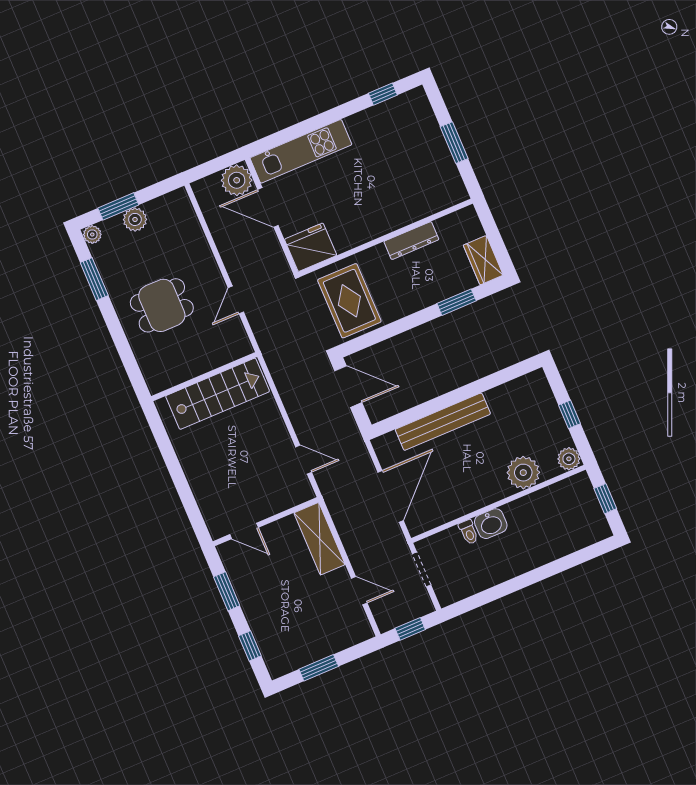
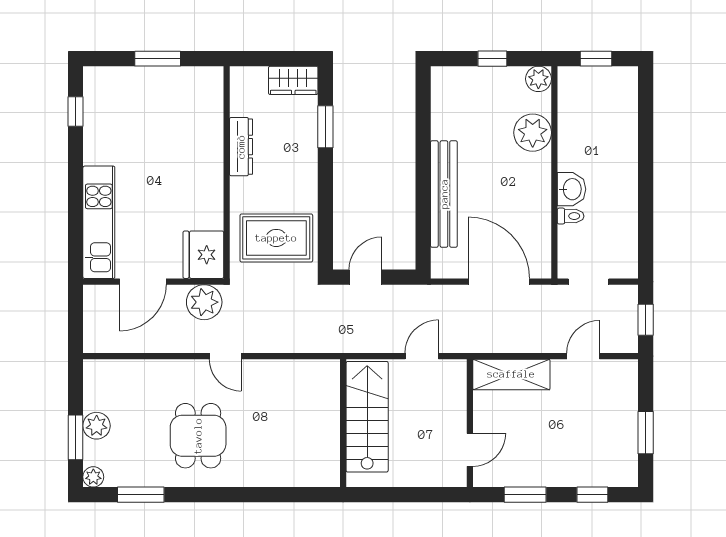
plant: (237, 180) -> (204, 302), moved
wall: (204, 377) -> (343, 423), moved
door: (348, 387) -> (365, 277), width x0.73
stairs: (218, 394) -> (367, 417), moved

